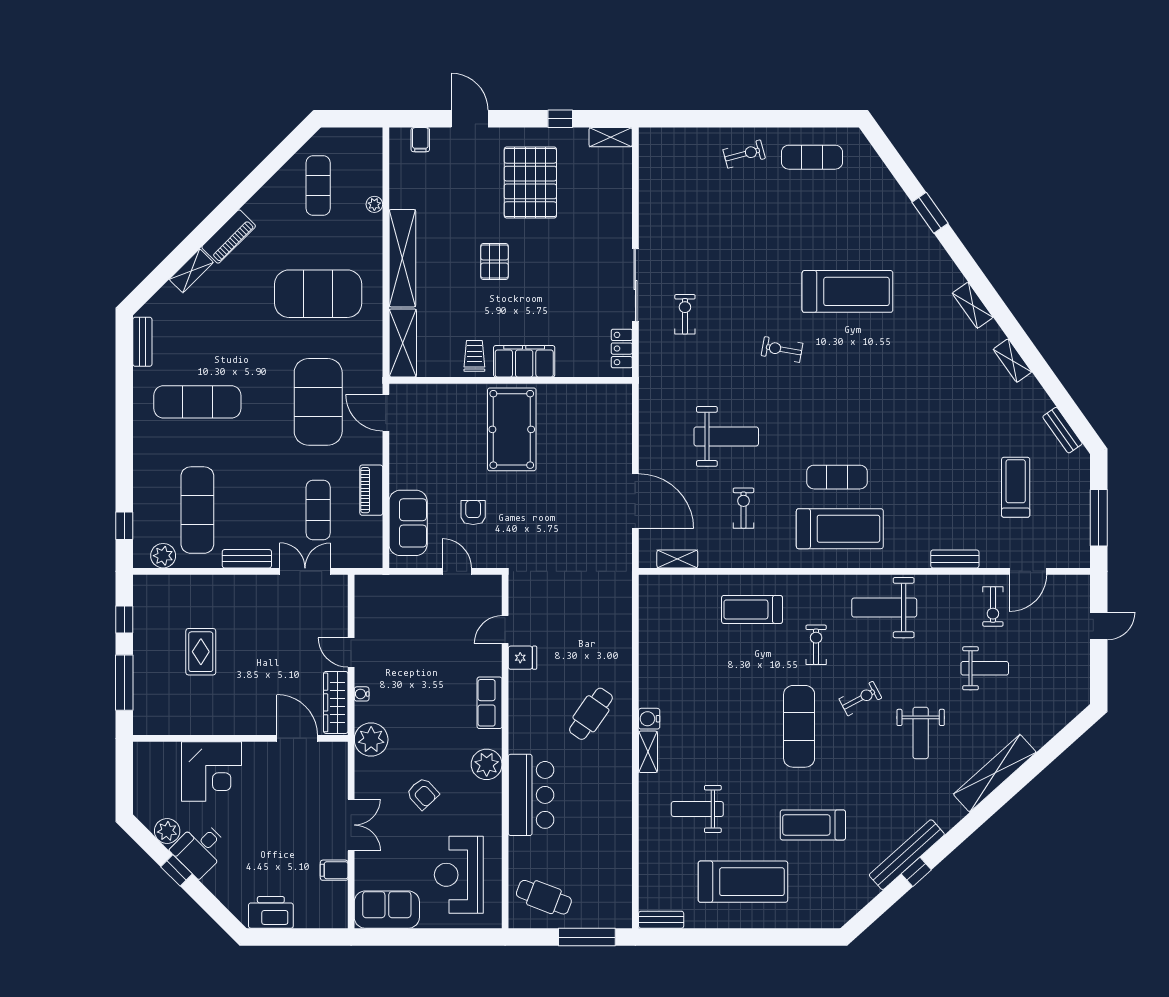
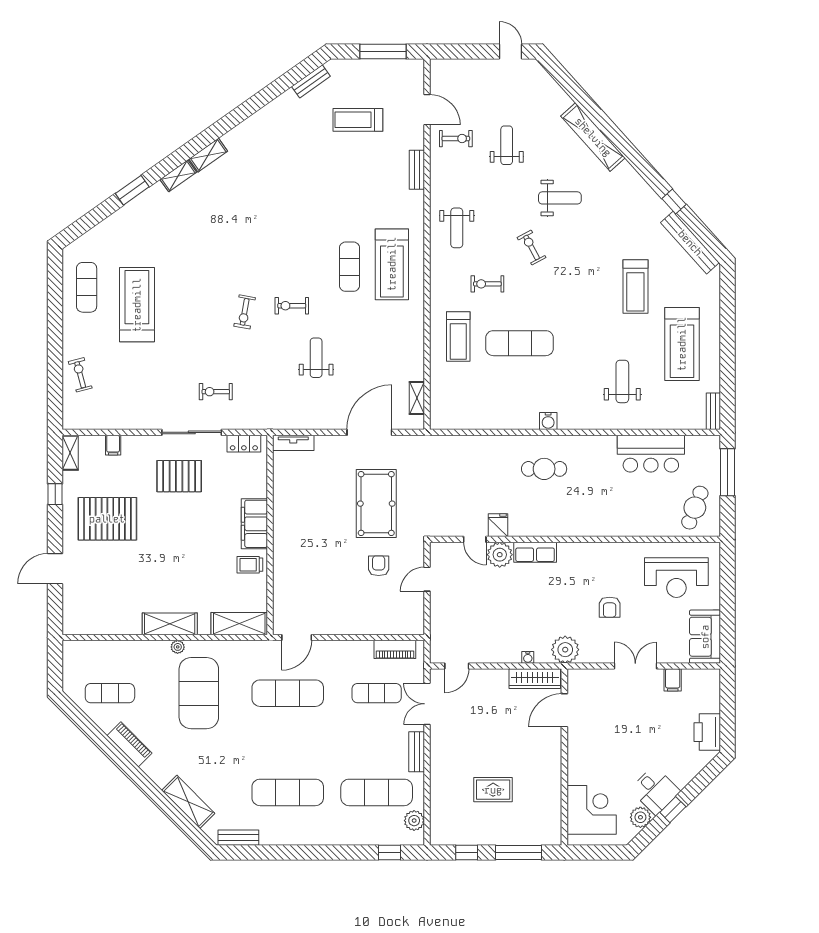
filing cabinet: (420, 140) -> (113, 445), moved, turned 90
exercise bike: (744, 154) -> (80, 375), moved
plant: (374, 204) -> (178, 647), moved
piano: (229, 237) -> (129, 744), moved
shelving: (402, 258) -> (170, 624), width x0.68
pallet: (494, 261) -> (179, 476), moved, width x1.50, depth x1.42
shelving: (191, 271) -> (188, 802), width x1.50, depth x1.33
treadmill: (847, 291) -> (137, 305), moved
shelving: (1013, 361) -> (178, 176), moved
exercise mat: (197, 402) -> (288, 792), turned 90
exercise mat: (318, 402) -> (288, 693), width x0.68
tv unit: (623, 409) -> (293, 443), added
pool table: (512, 429) -> (376, 504), moved, turned 90
weight bench: (726, 436) -> (316, 358), width x0.73, depth x0.75
piano: (371, 490) -> (395, 649), moved
exercise bike: (744, 508) -> (292, 306), moved
armchair: (473, 512) -> (379, 566), turned 90
sofa: (408, 523) -> (387, 619), removed
treadmill: (840, 529) -> (392, 264), turned 180
weight bench: (884, 608) -> (457, 228), width x0.73, depth x0.75
door: (1099, 626) -> (511, 52), moved
door: (351, 652) -> (457, 666), moved
cafe table: (591, 714) -> (544, 469), turned -35
exercise mat: (799, 726) -> (520, 343), moved
shelving: (648, 752) -> (575, 422), removed
plant: (487, 764) -> (500, 555), moved
corner desk: (212, 772) -> (592, 810), moved
armchair: (423, 794) -> (610, 607), turned 133
bar counter: (531, 795) -> (651, 454), moved, turned 180
weight bench: (697, 809) -> (622, 381), turned 180
bench: (907, 855) -> (690, 243), moved
treadmill: (743, 882) -> (682, 344), turned 180

